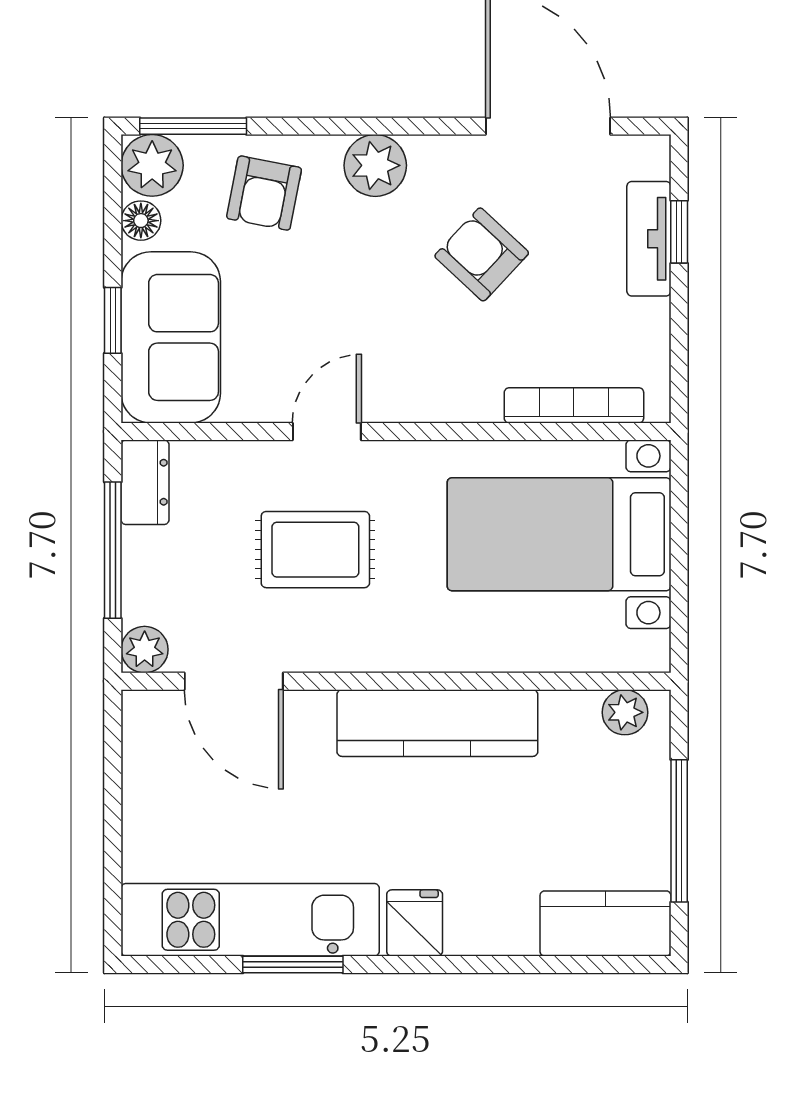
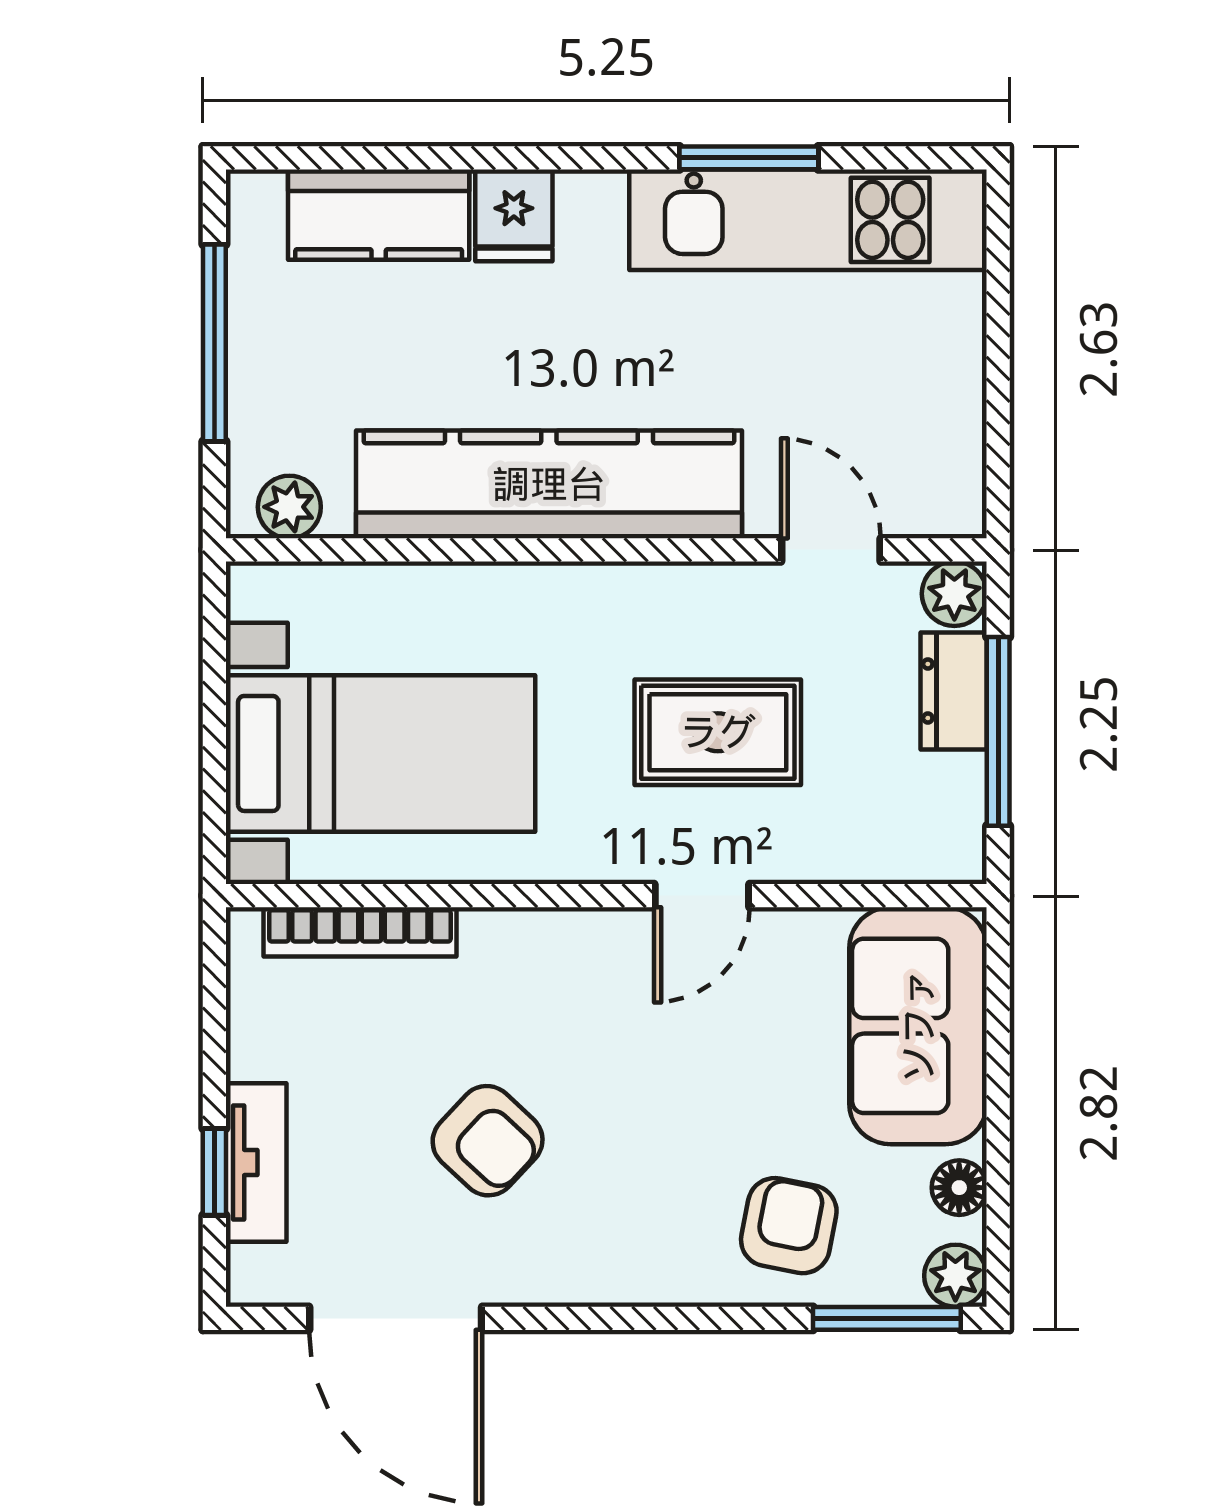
plant: (152, 165) -> (955, 1276), width x0.73, depth x0.73
plant: (375, 165) -> (635, 1264), removed
window: (113, 320) -> (998, 1049), removed
dresser: (145, 482) -> (954, 691), moved
door: (234, 681) -> (831, 550), width x0.73
kitchen counter: (437, 723) -> (549, 484), width x1.39, depth x1.17
fridge: (415, 923) -> (514, 215), moved
kitchen counter: (605, 923) -> (379, 215), moved

